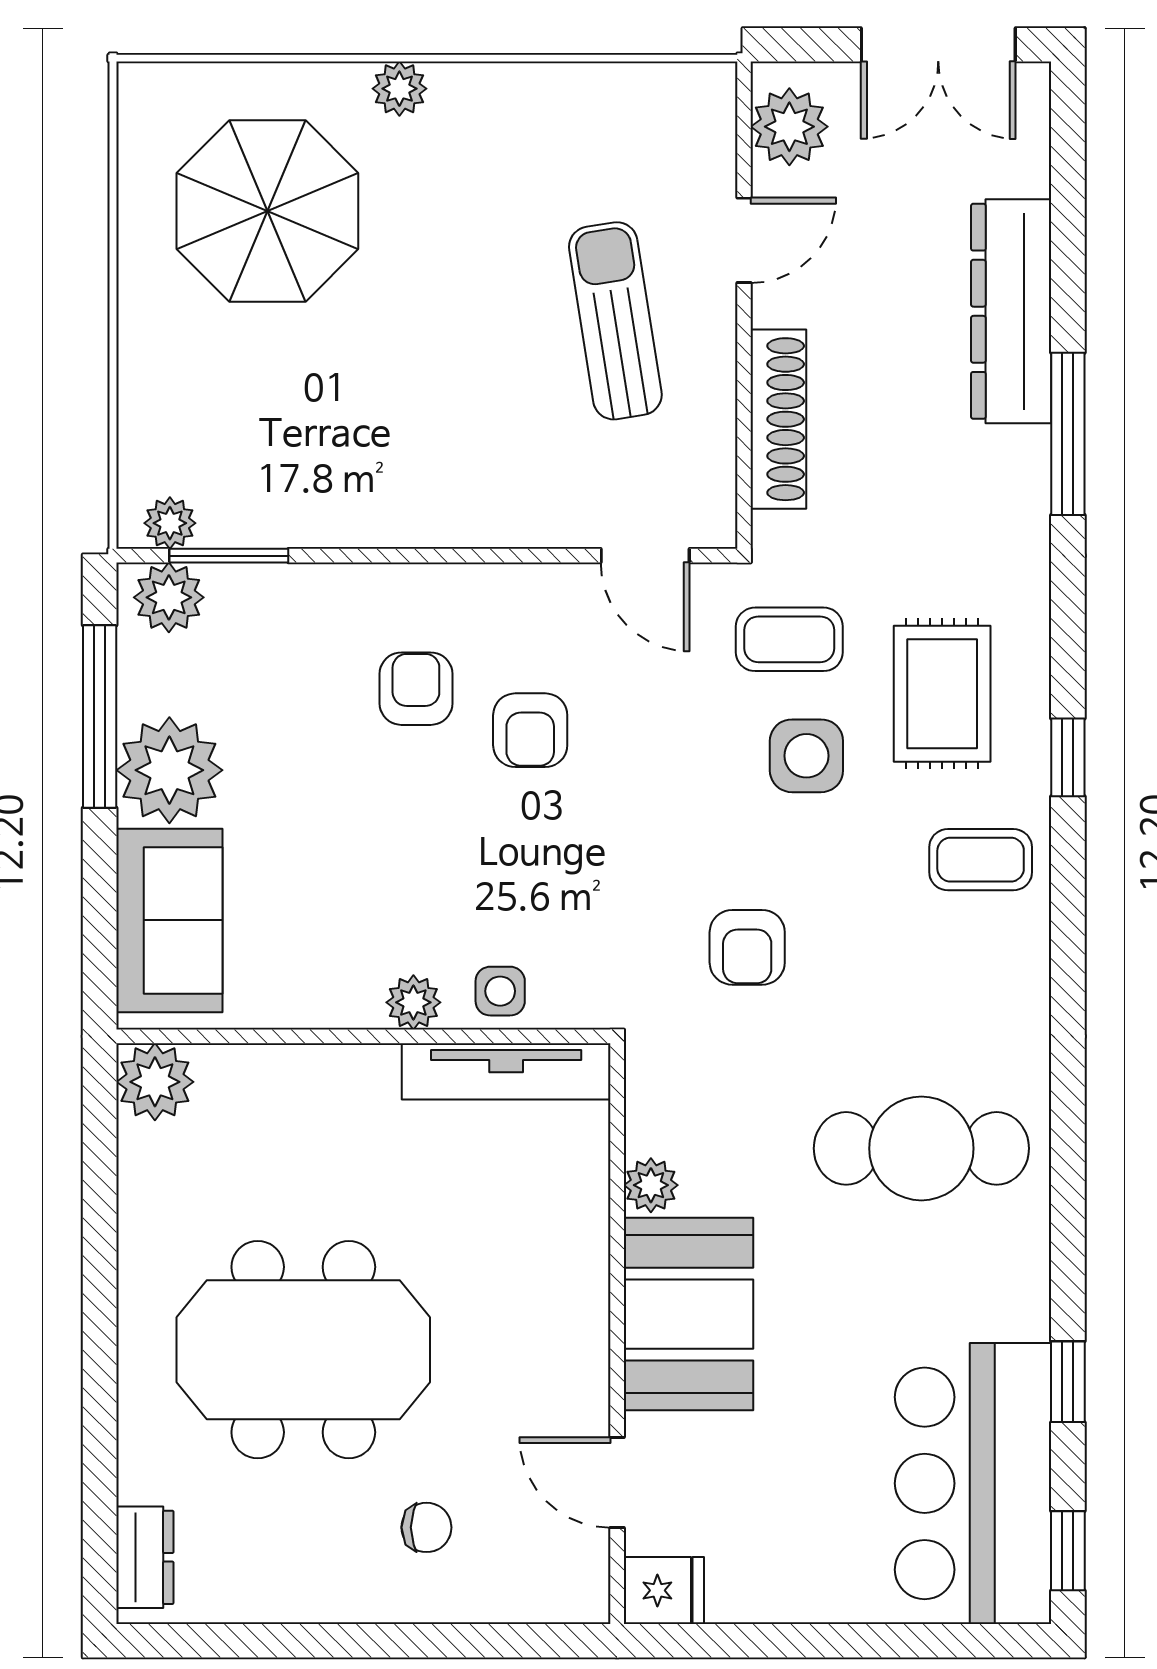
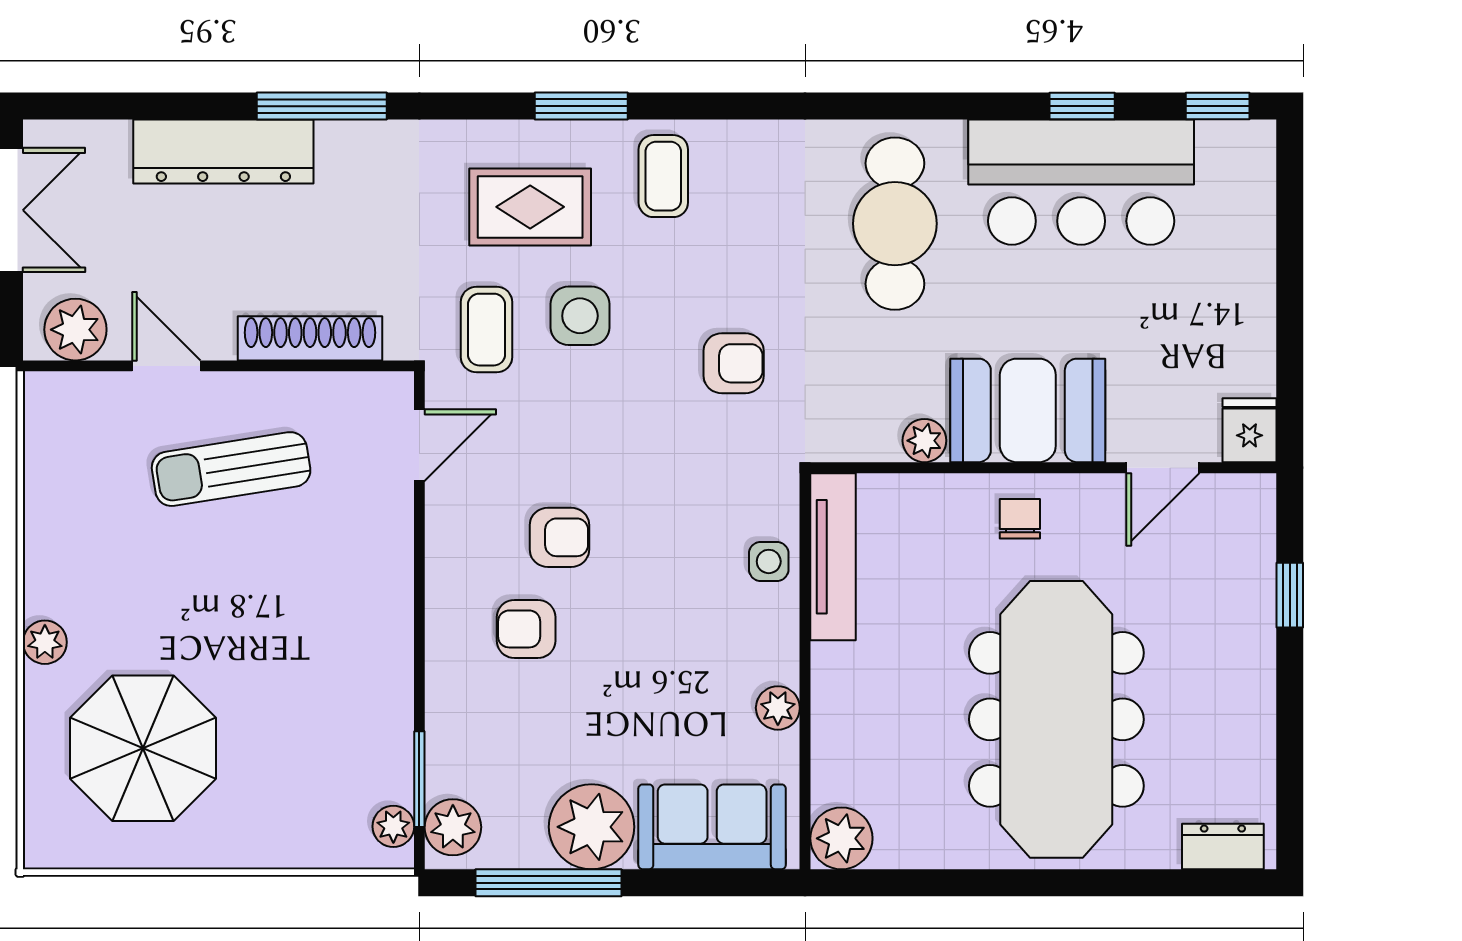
window: (1068, 757) -> (581, 106), width x1.50
plant: (413, 1002) -> (778, 708), moved
meeting table: (303, 1350) -> (1056, 719), width x1.36
bar counter: (973, 1483) -> (1081, 182), moved
chair: (426, 1527) -> (1020, 519), moved
window: (458, 1641) -> (1290, 595), added

